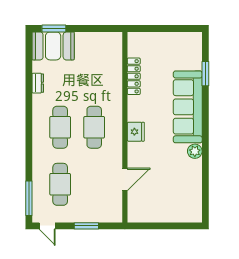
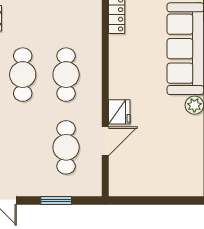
fridge: (136, 132) -> (119, 112), moved
cafe table: (60, 184) -> (66, 147), moved

